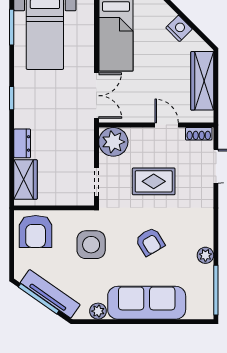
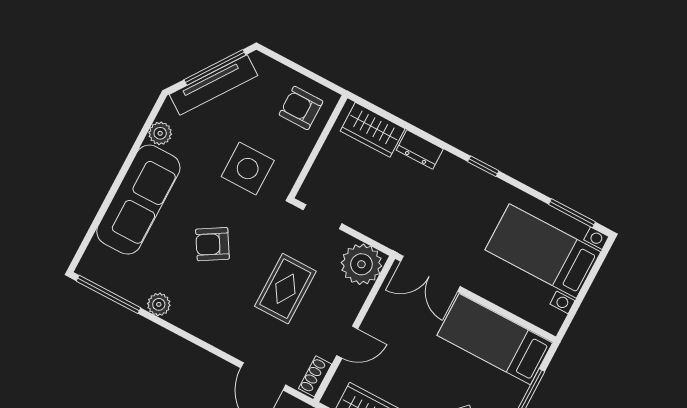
armchair: (36, 231) -> (301, 108), width x0.72, depth x0.72

